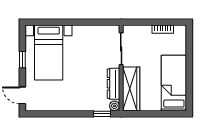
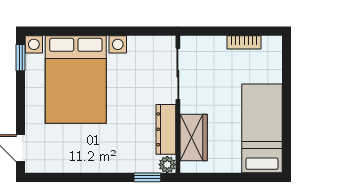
bed with nightstands: (49, 52) -> (76, 80), width x1.36
window: (22, 60) -> (21, 58), moved
wardrobe: (131, 89) -> (194, 138), width x0.67

